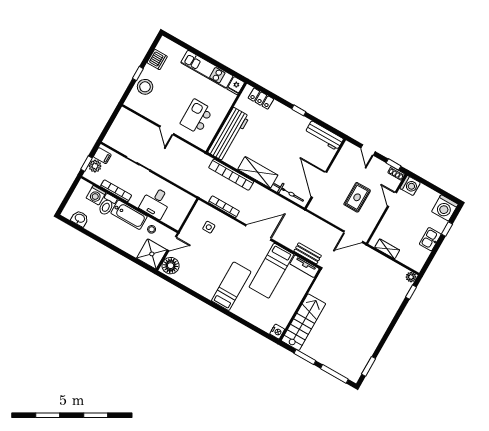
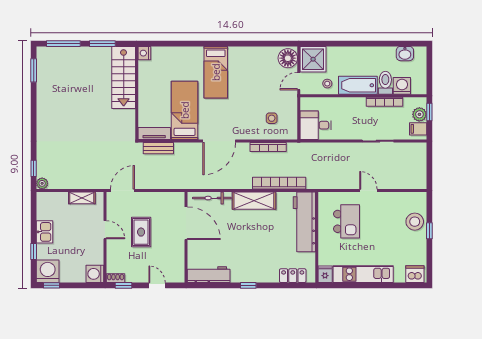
dishwasher: (157, 60) -> (415, 274), moved, turned 90
window: (448, 196) -> (52, 285), added
door: (392, 199) -> (105, 230), moved
desk: (156, 203) -> (316, 125), moved, turned -90

